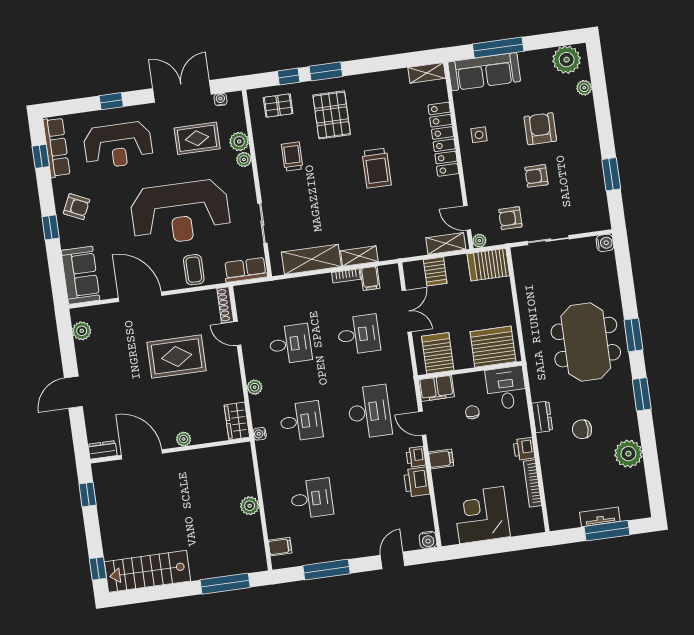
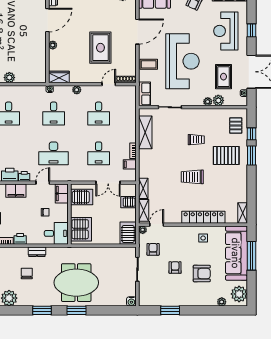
sofa: (484, 72) -> (236, 253), width x1.36, depth x1.27
trolley: (292, 157) -> (196, 140), moved
reception desk: (180, 212) -> (182, 61), turned 180
shelving: (359, 256) -> (143, 188), moved
filing cabinet: (441, 459) -> (16, 191), width x2.00

